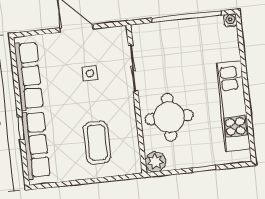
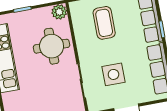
side table: (90, 73) -> (113, 74), width x1.87, depth x1.87

